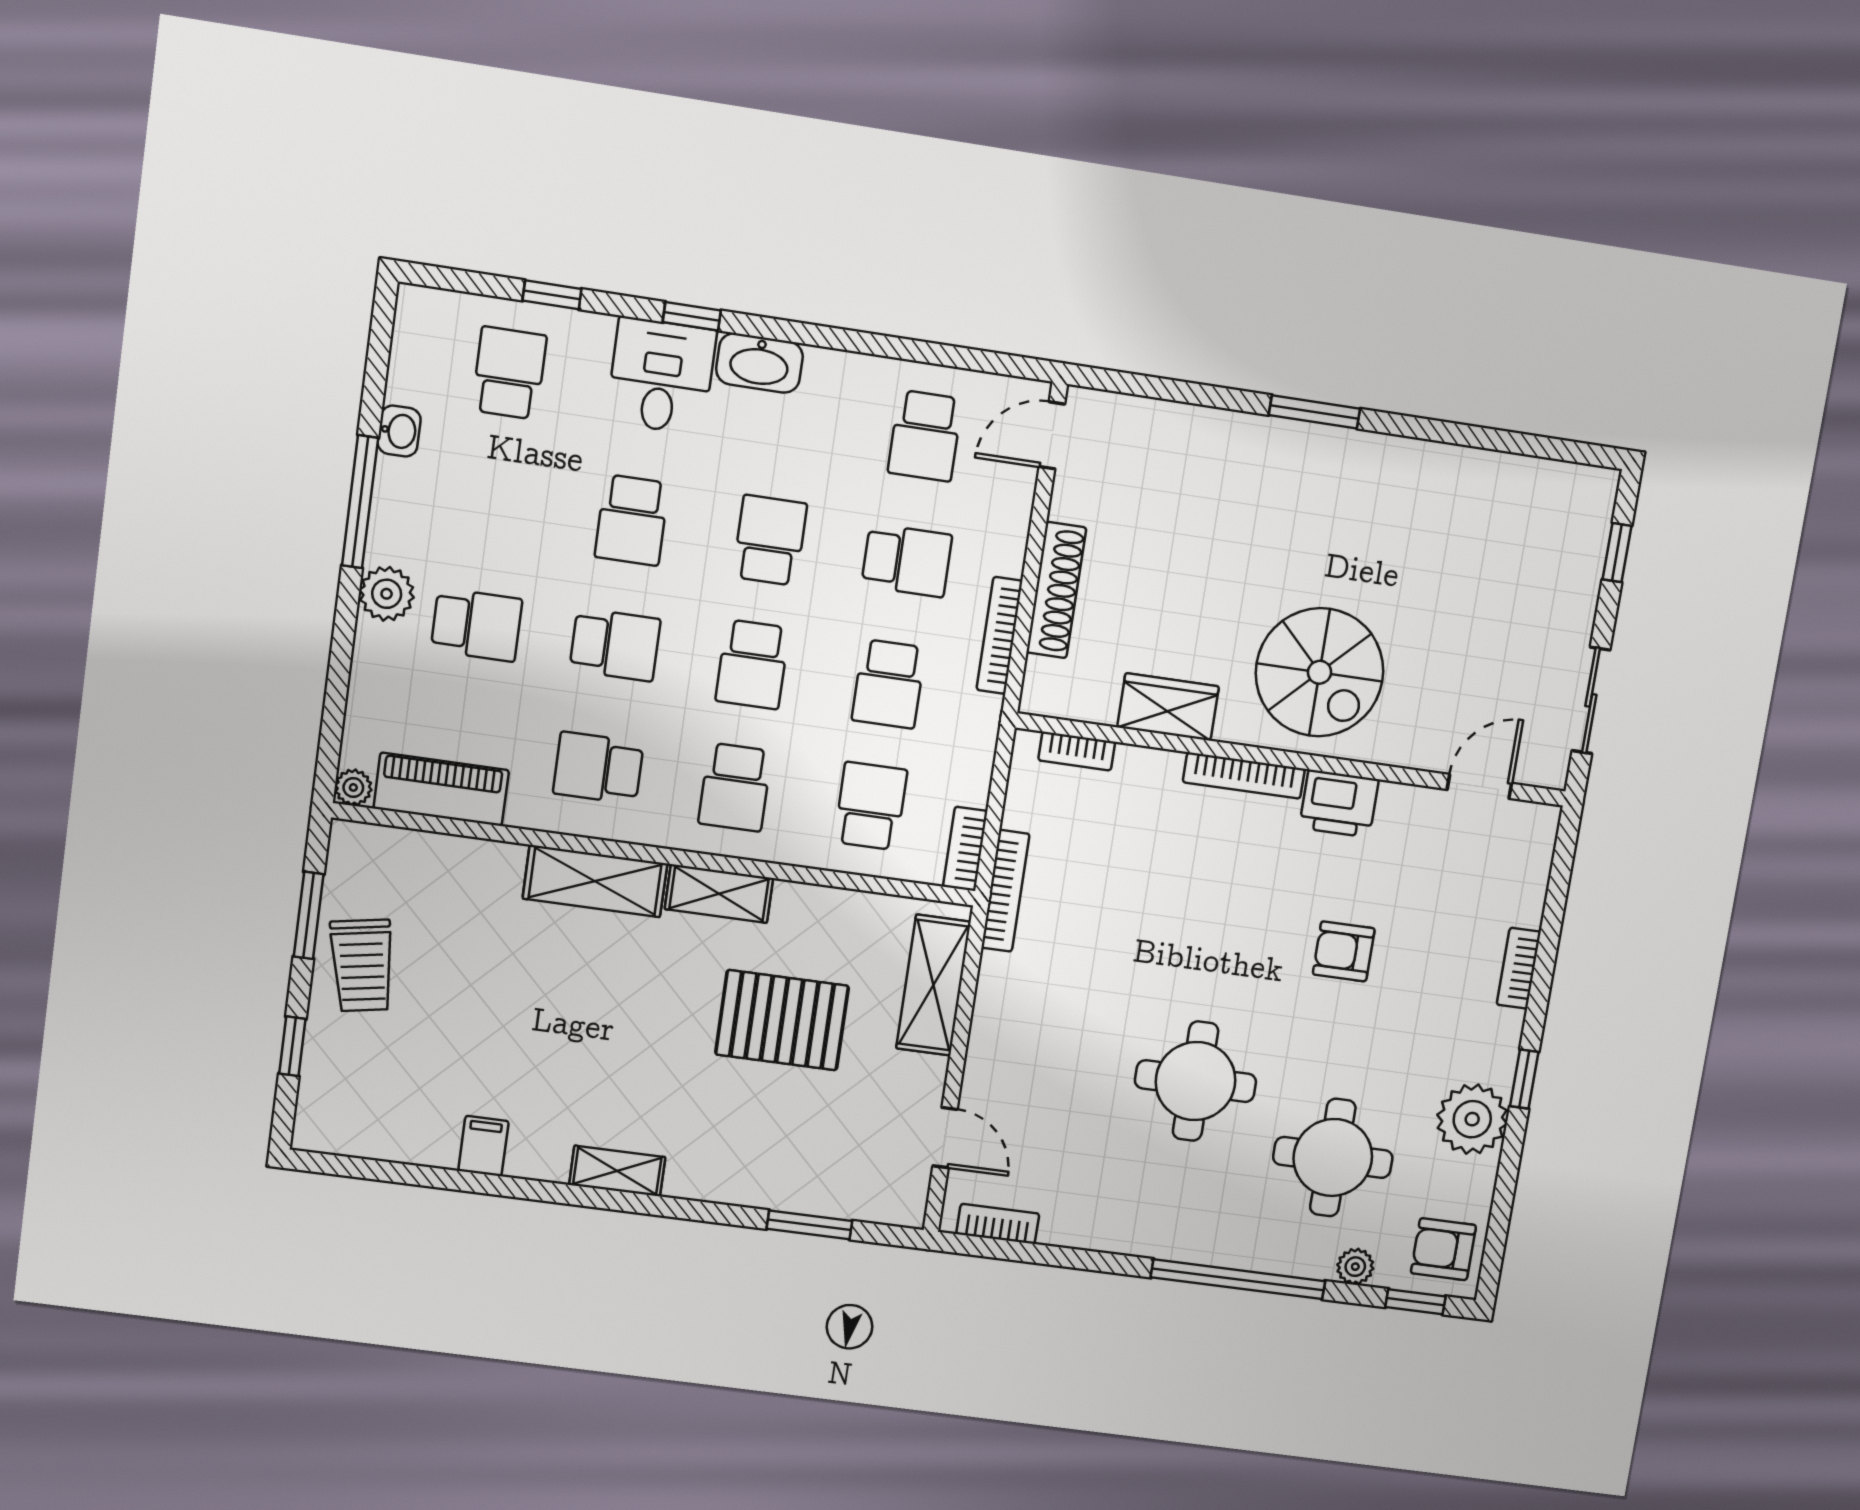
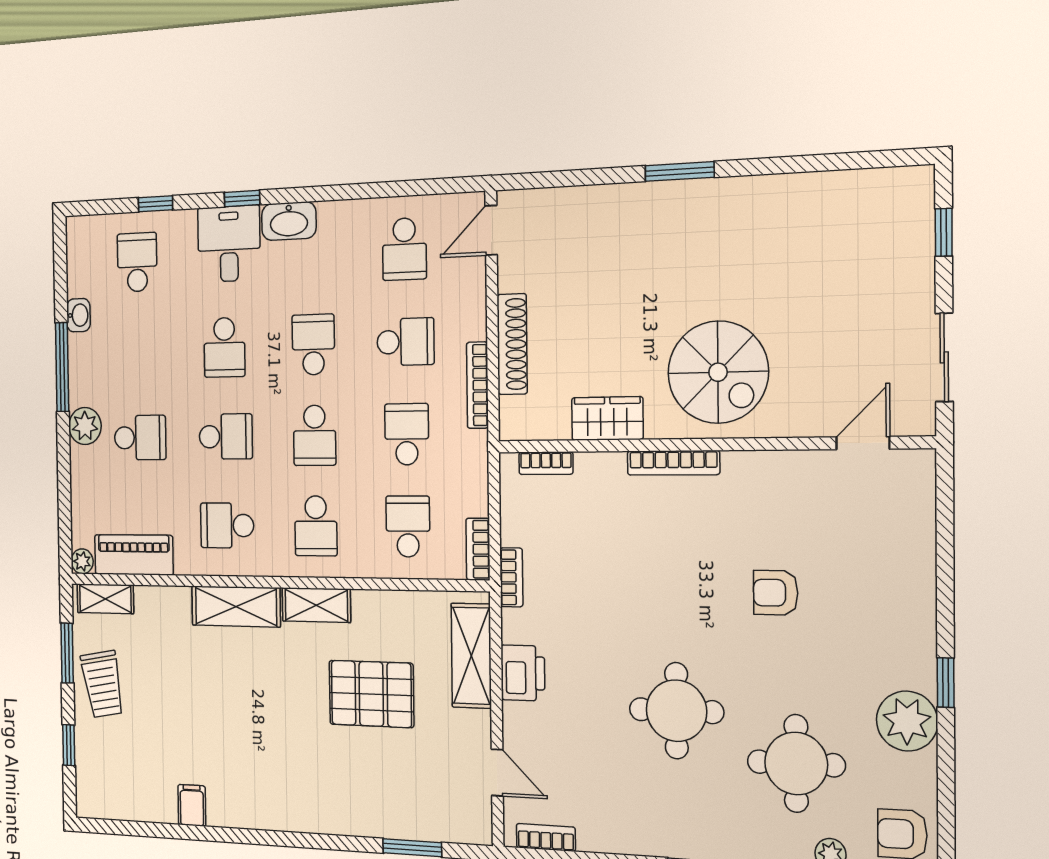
school desk: (889, 684) -> (407, 434), turned 180
printer: (1339, 804) -> (523, 673), moved, turned -90
bookcase: (1005, 891) -> (511, 577), width x0.64
bookcase: (1519, 968) -> (924, 589), removed
shelving: (617, 1171) -> (105, 599), moved

